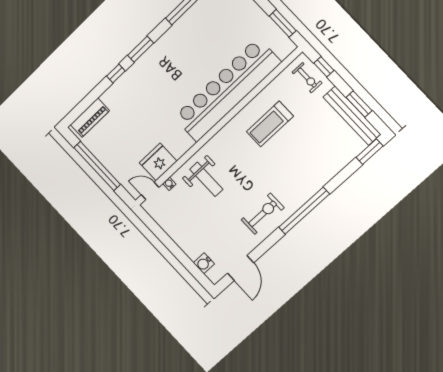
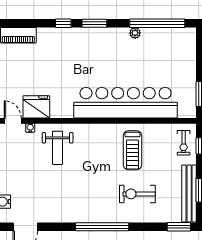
plant: (181, 25) -> (135, 33), added
treadmill: (270, 124) -> (133, 150), turned -90
exercise bike: (263, 214) -> (137, 194), moved, turned 180

